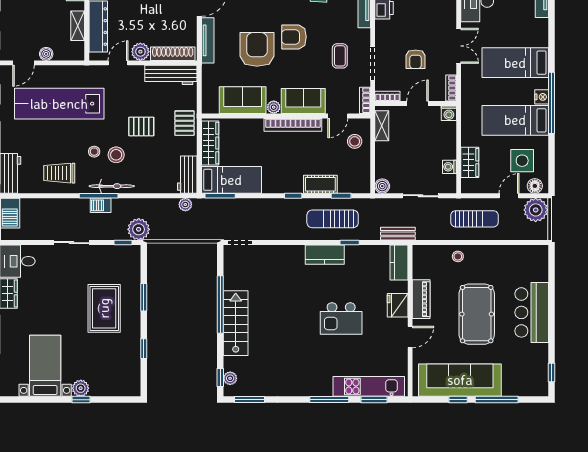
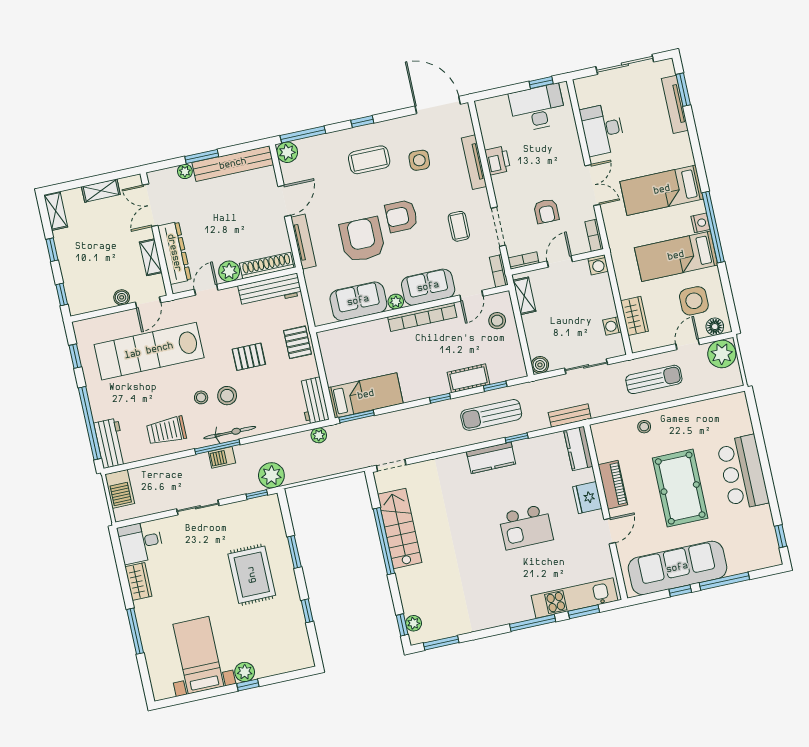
door: (23, 63) -> (148, 302), moved
wardrobe: (210, 143) -> (332, 359), removed
stairs: (236, 323) -> (400, 528), moved

